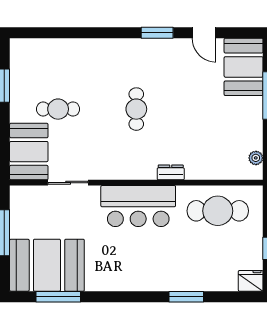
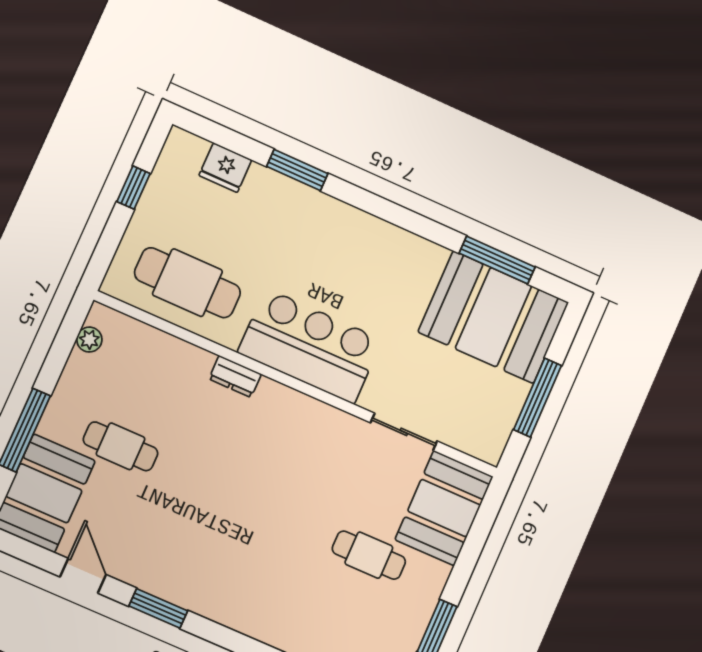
cafe table: (136, 109) -> (121, 446), moved, turned 90
fridge: (251, 281) -> (225, 168), moved

